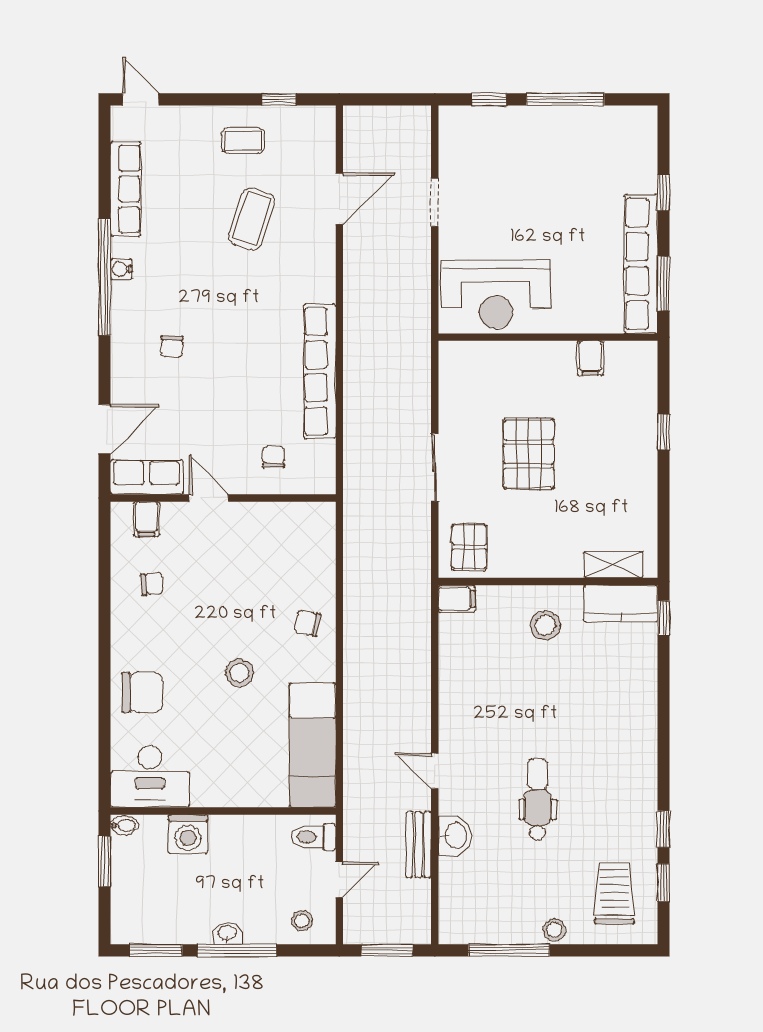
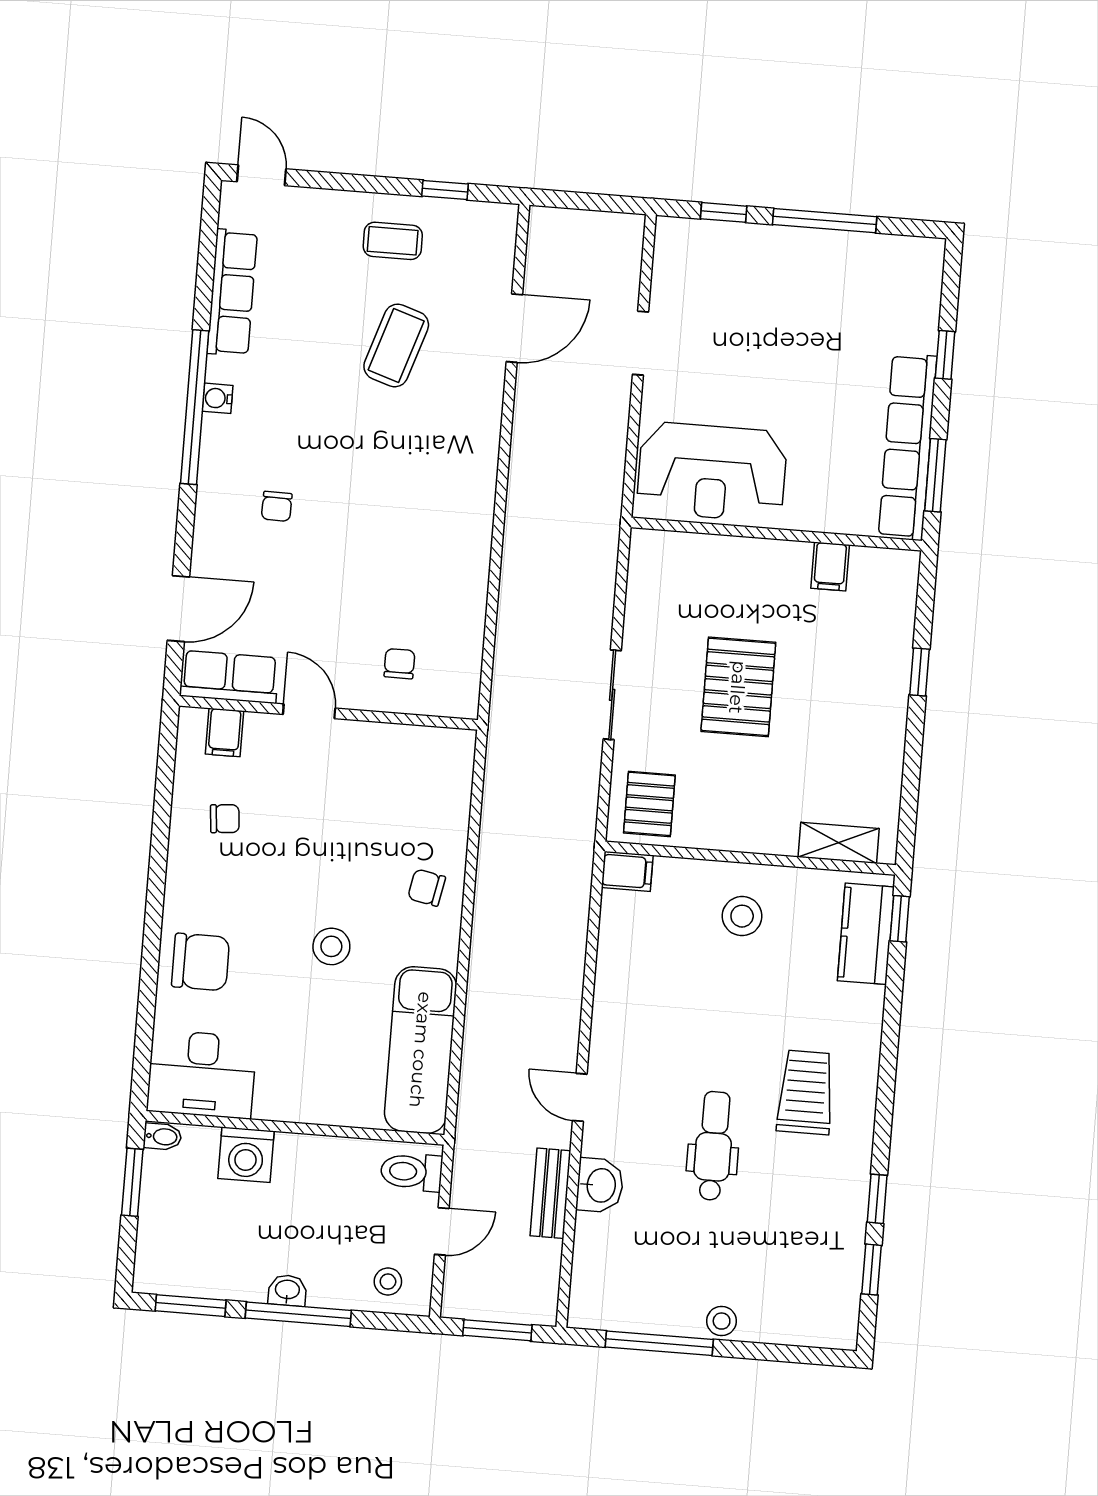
row of seats: (320, 371) -> (470, 555), removed
kitchen counter: (621, 604) -> (866, 934), moved, turned 90
trolley: (614, 893) -> (806, 1092), moved

